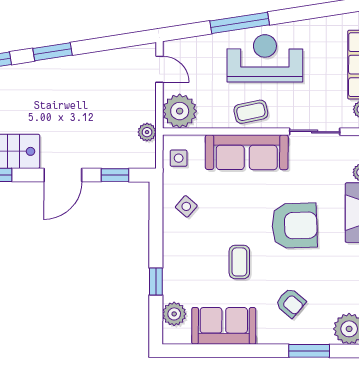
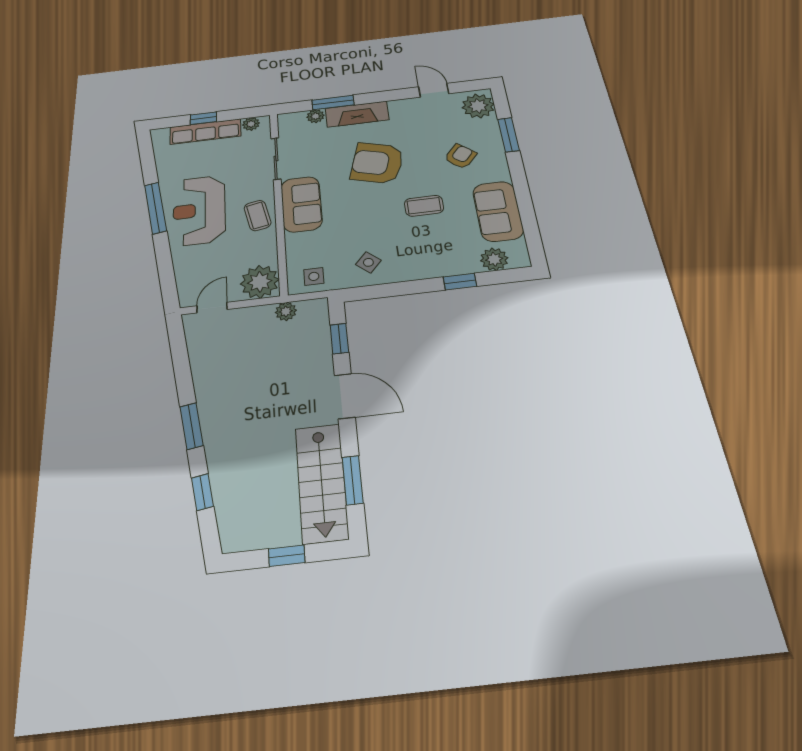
window: (240, 23) -> (155, 208), moved
sofa: (247, 152) -> (301, 204), width x0.73
armchair: (294, 226) -> (377, 163), turned -72

